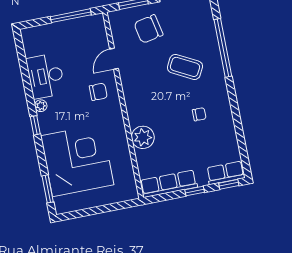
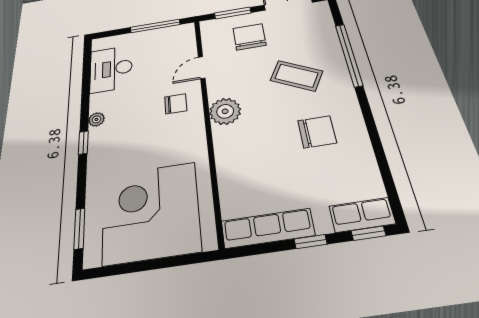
chair: (148, 29) -> (249, 37), turned 102
desk: (46, 76) -> (111, 69), moved
chair: (199, 114) -> (317, 132), width x1.87, depth x1.87
plant: (143, 137) -> (225, 111), moved
corner desk: (77, 160) -> (150, 212), moved, turned -90

